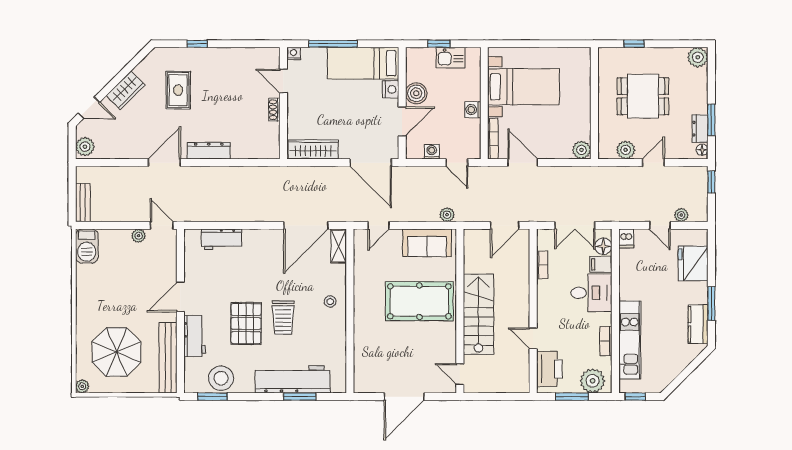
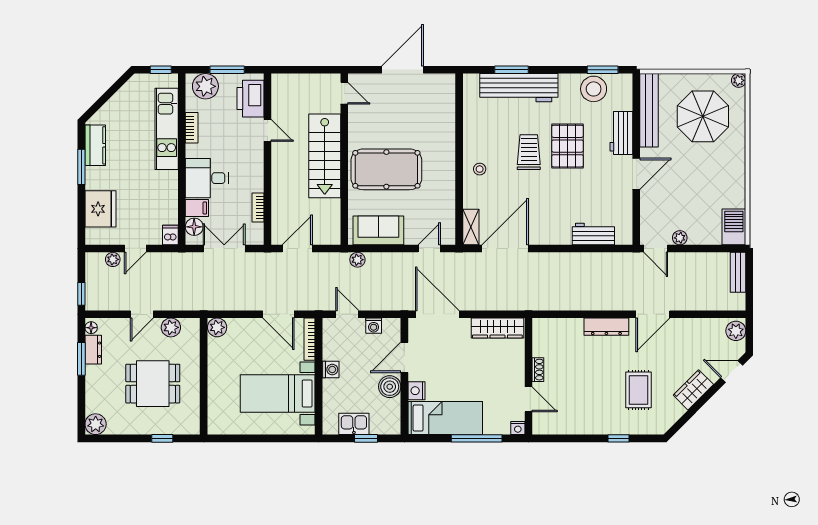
door: (660, 225) -> (135, 249), swing flipped

